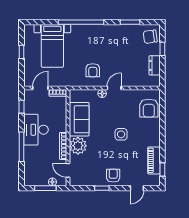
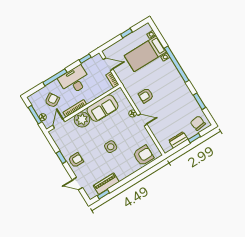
armchair: (149, 108) -> (143, 155), turned 180
armchair: (42, 163) -> (52, 100), added

